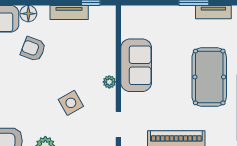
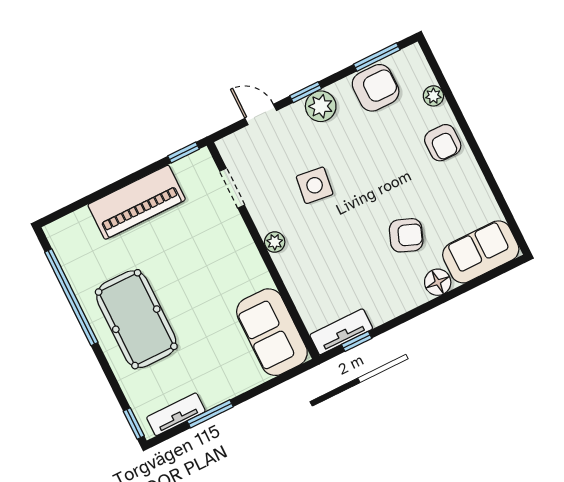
tv unit: (69, 13) -> (341, 332), moved
sofa: (136, 65) -> (272, 332), moved
side table: (71, 103) -> (315, 185), turned 37

